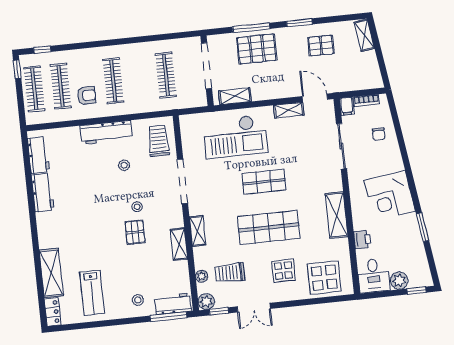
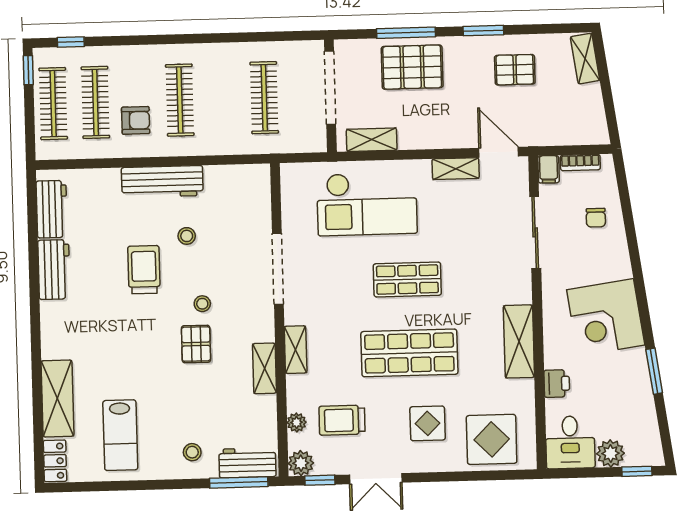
trolley: (159, 141) -> (144, 270), moved

